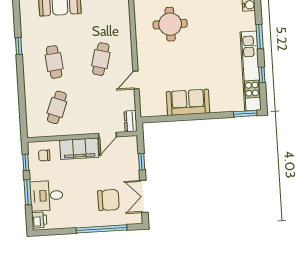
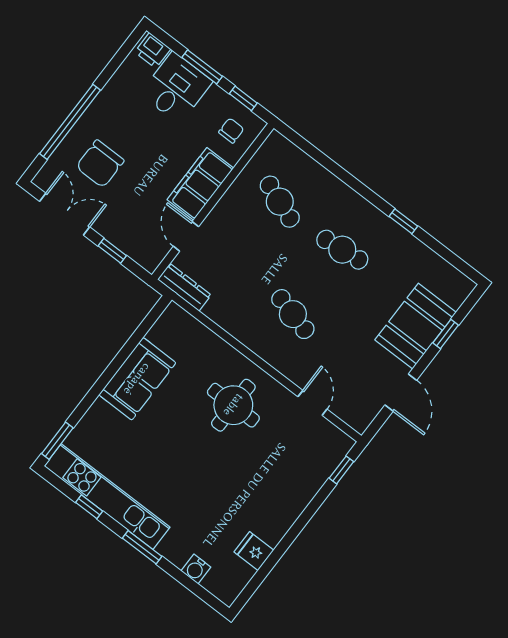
round table: (170, 24) -> (233, 405), moved
door: (136, 80) -> (312, 403), moved
dresser: (131, 121) -> (184, 287), width x1.44

